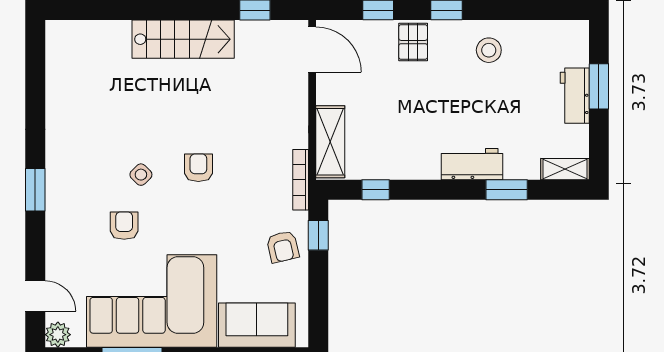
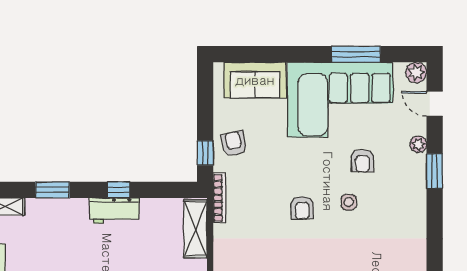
workbench: (472, 164) -> (114, 211), moved
side table: (141, 175) -> (349, 202), turned 45
window: (35, 190) -> (435, 171), moved
window: (376, 190) -> (118, 190), moved
plant: (55, 246) -> (418, 144), added

